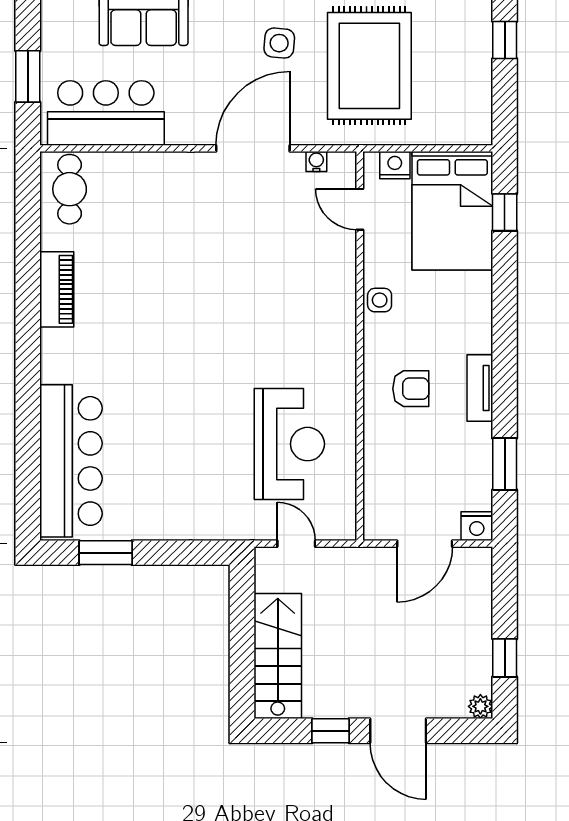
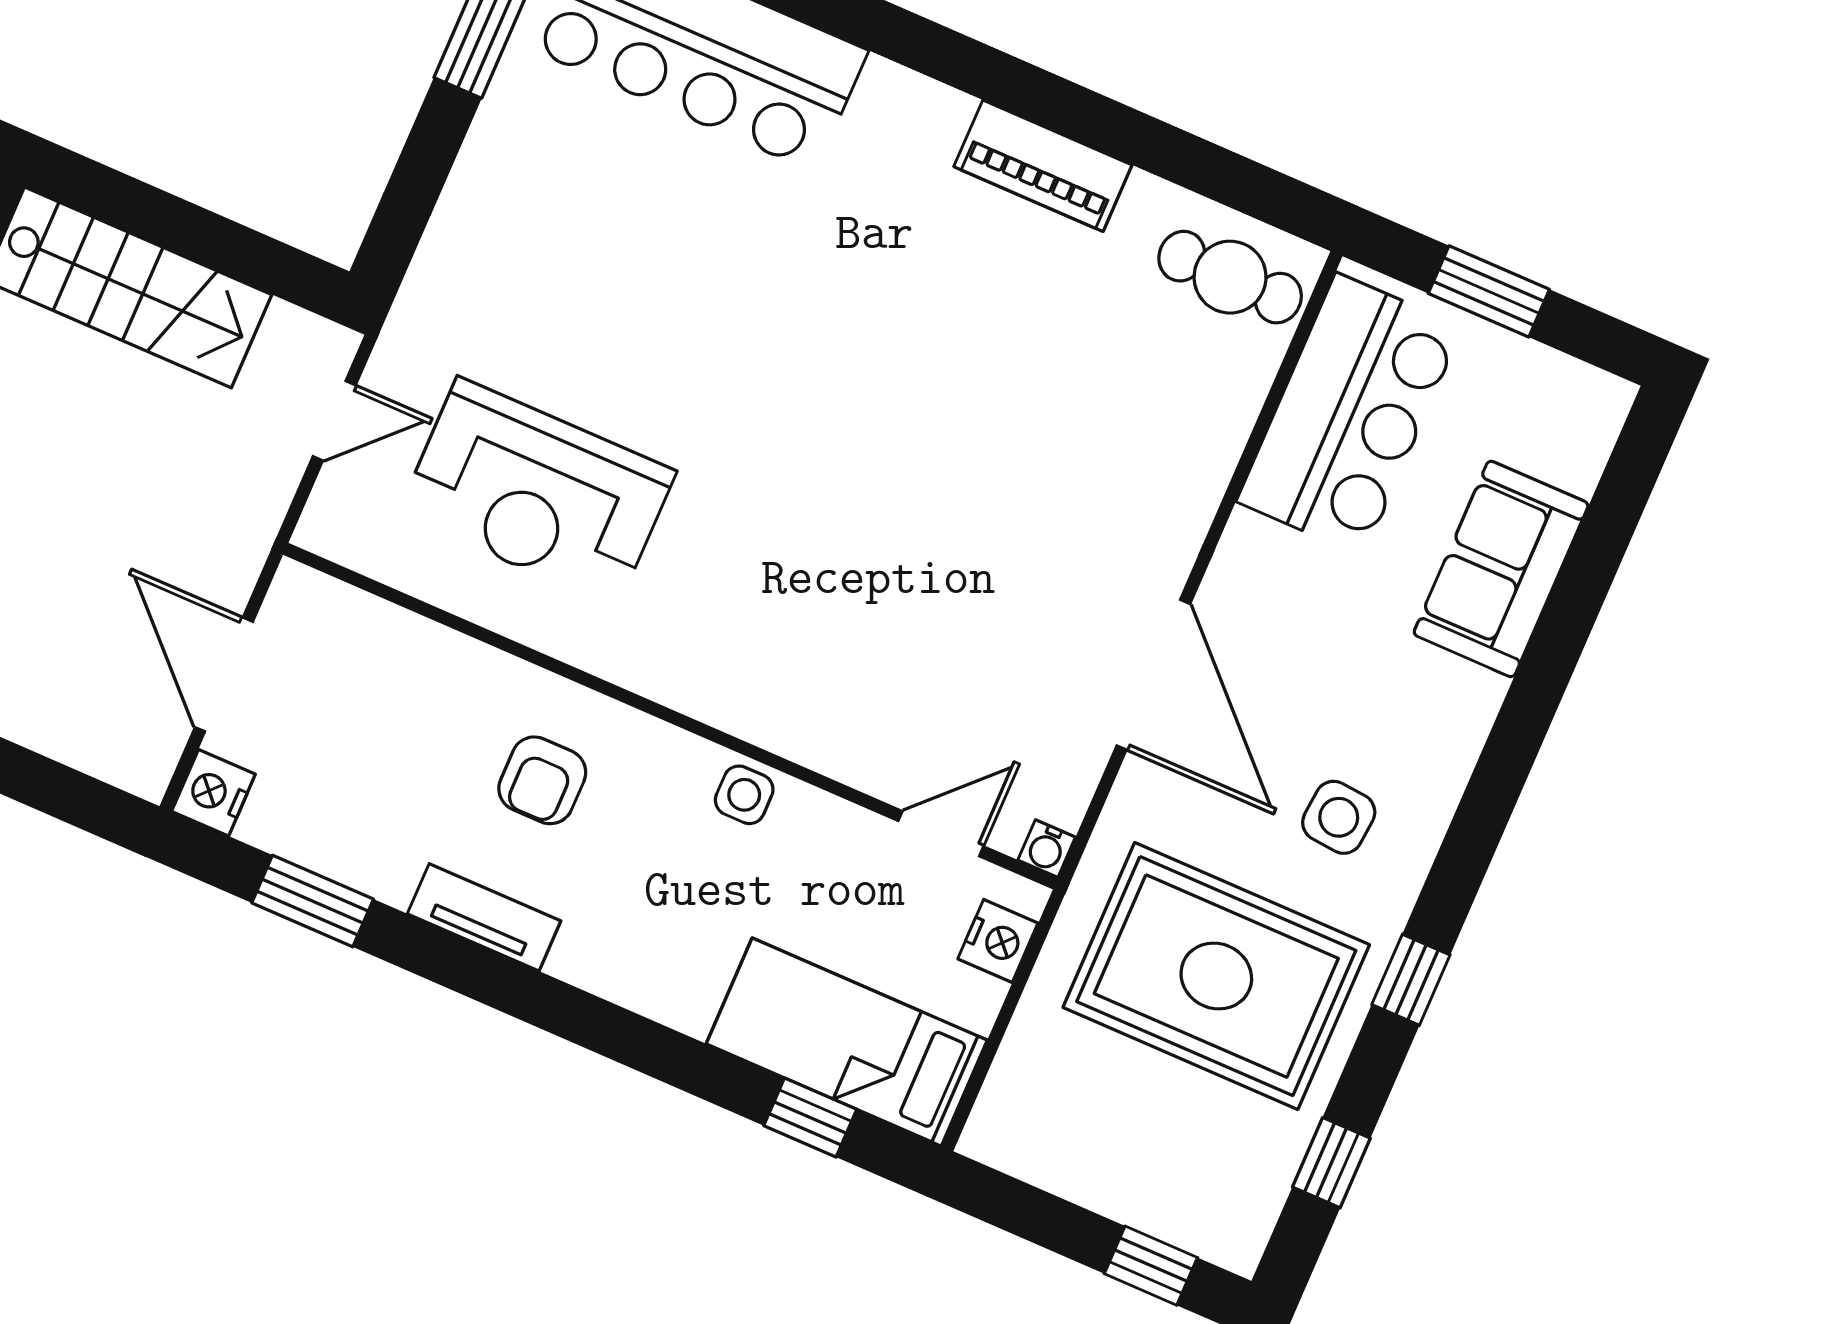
water cooler: (316, 161) -> (1047, 849), moved, turned 90
bed: (452, 211) -> (847, 1042), width x0.67

